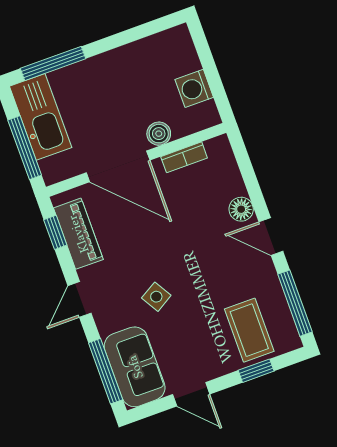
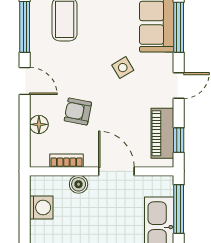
door: (118, 166) -> (116, 171), width x0.73
floor lamp: (241, 209) -> (39, 124), moved
armchair: (192, 223) -> (78, 112), added

